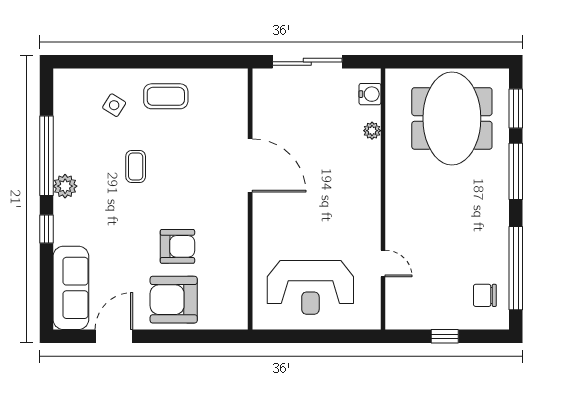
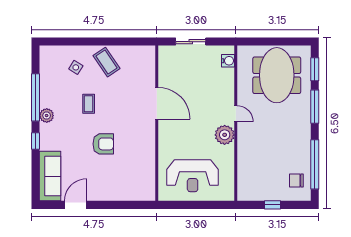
sliding door: (307, 62) -> (191, 42), width x0.73
coffee table: (166, 96) -> (107, 62), turned 56
plant: (372, 131) -> (225, 135), moved, width x1.87, depth x1.87
armchair: (177, 246) -> (103, 144), moved
door: (383, 264) -> (236, 114), moved
armchair: (174, 300) -> (111, 183), removed

